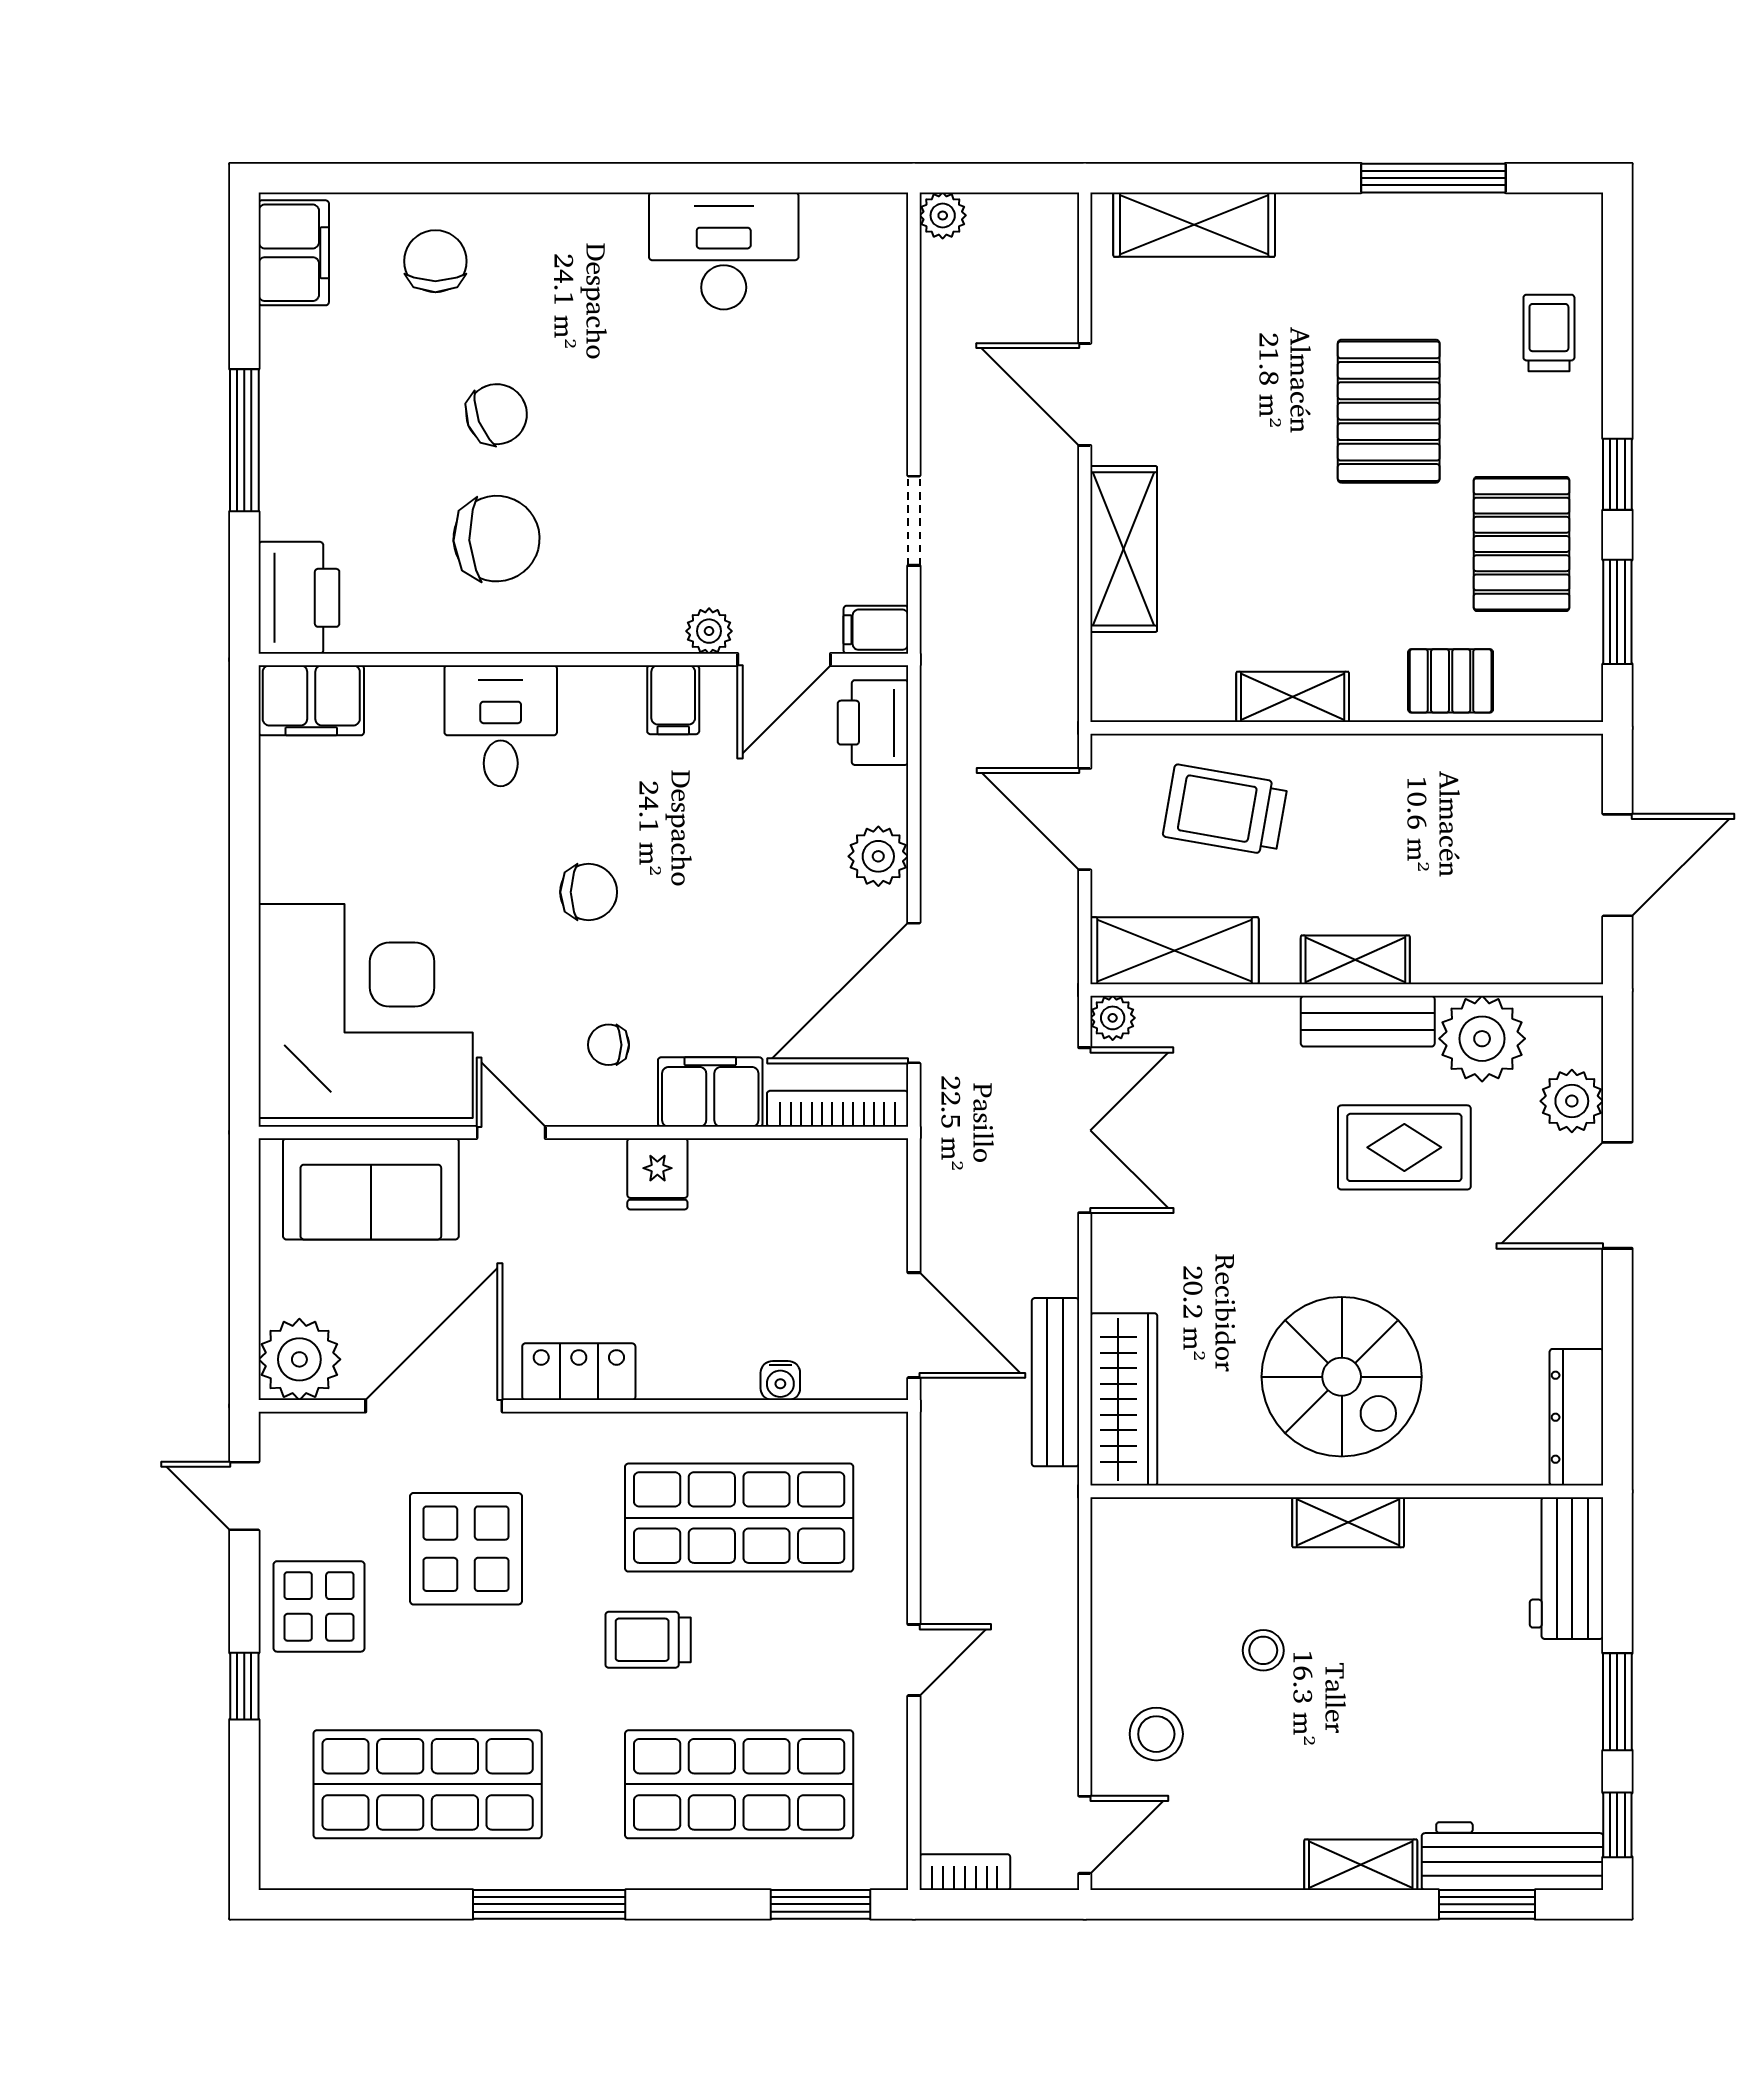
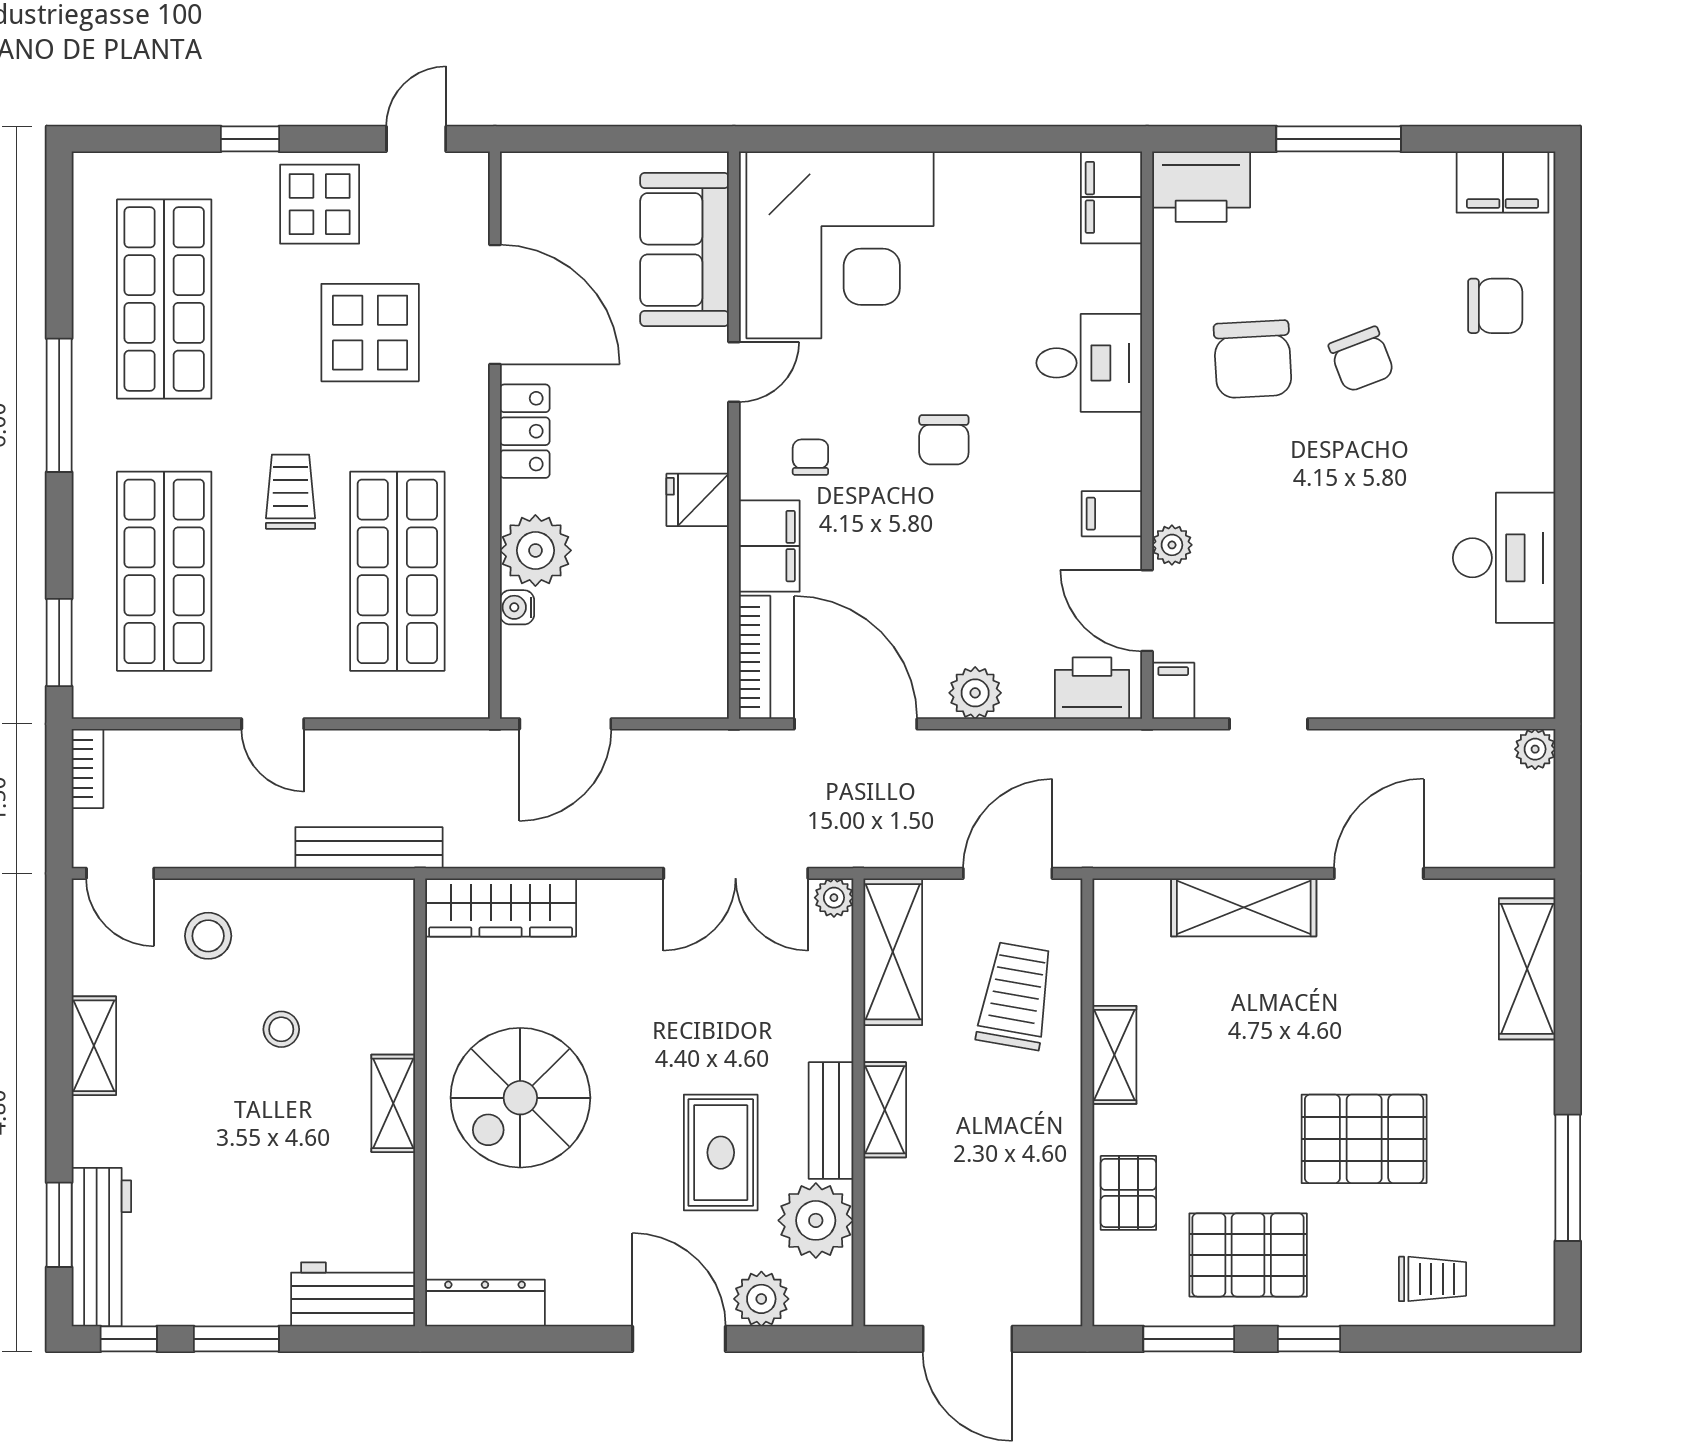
plant: (299, 1359) -> (535, 550), moved
bench: (1055, 1382) -> (369, 848), moved
shelving: (1361, 1865) -> (94, 1046), moved

